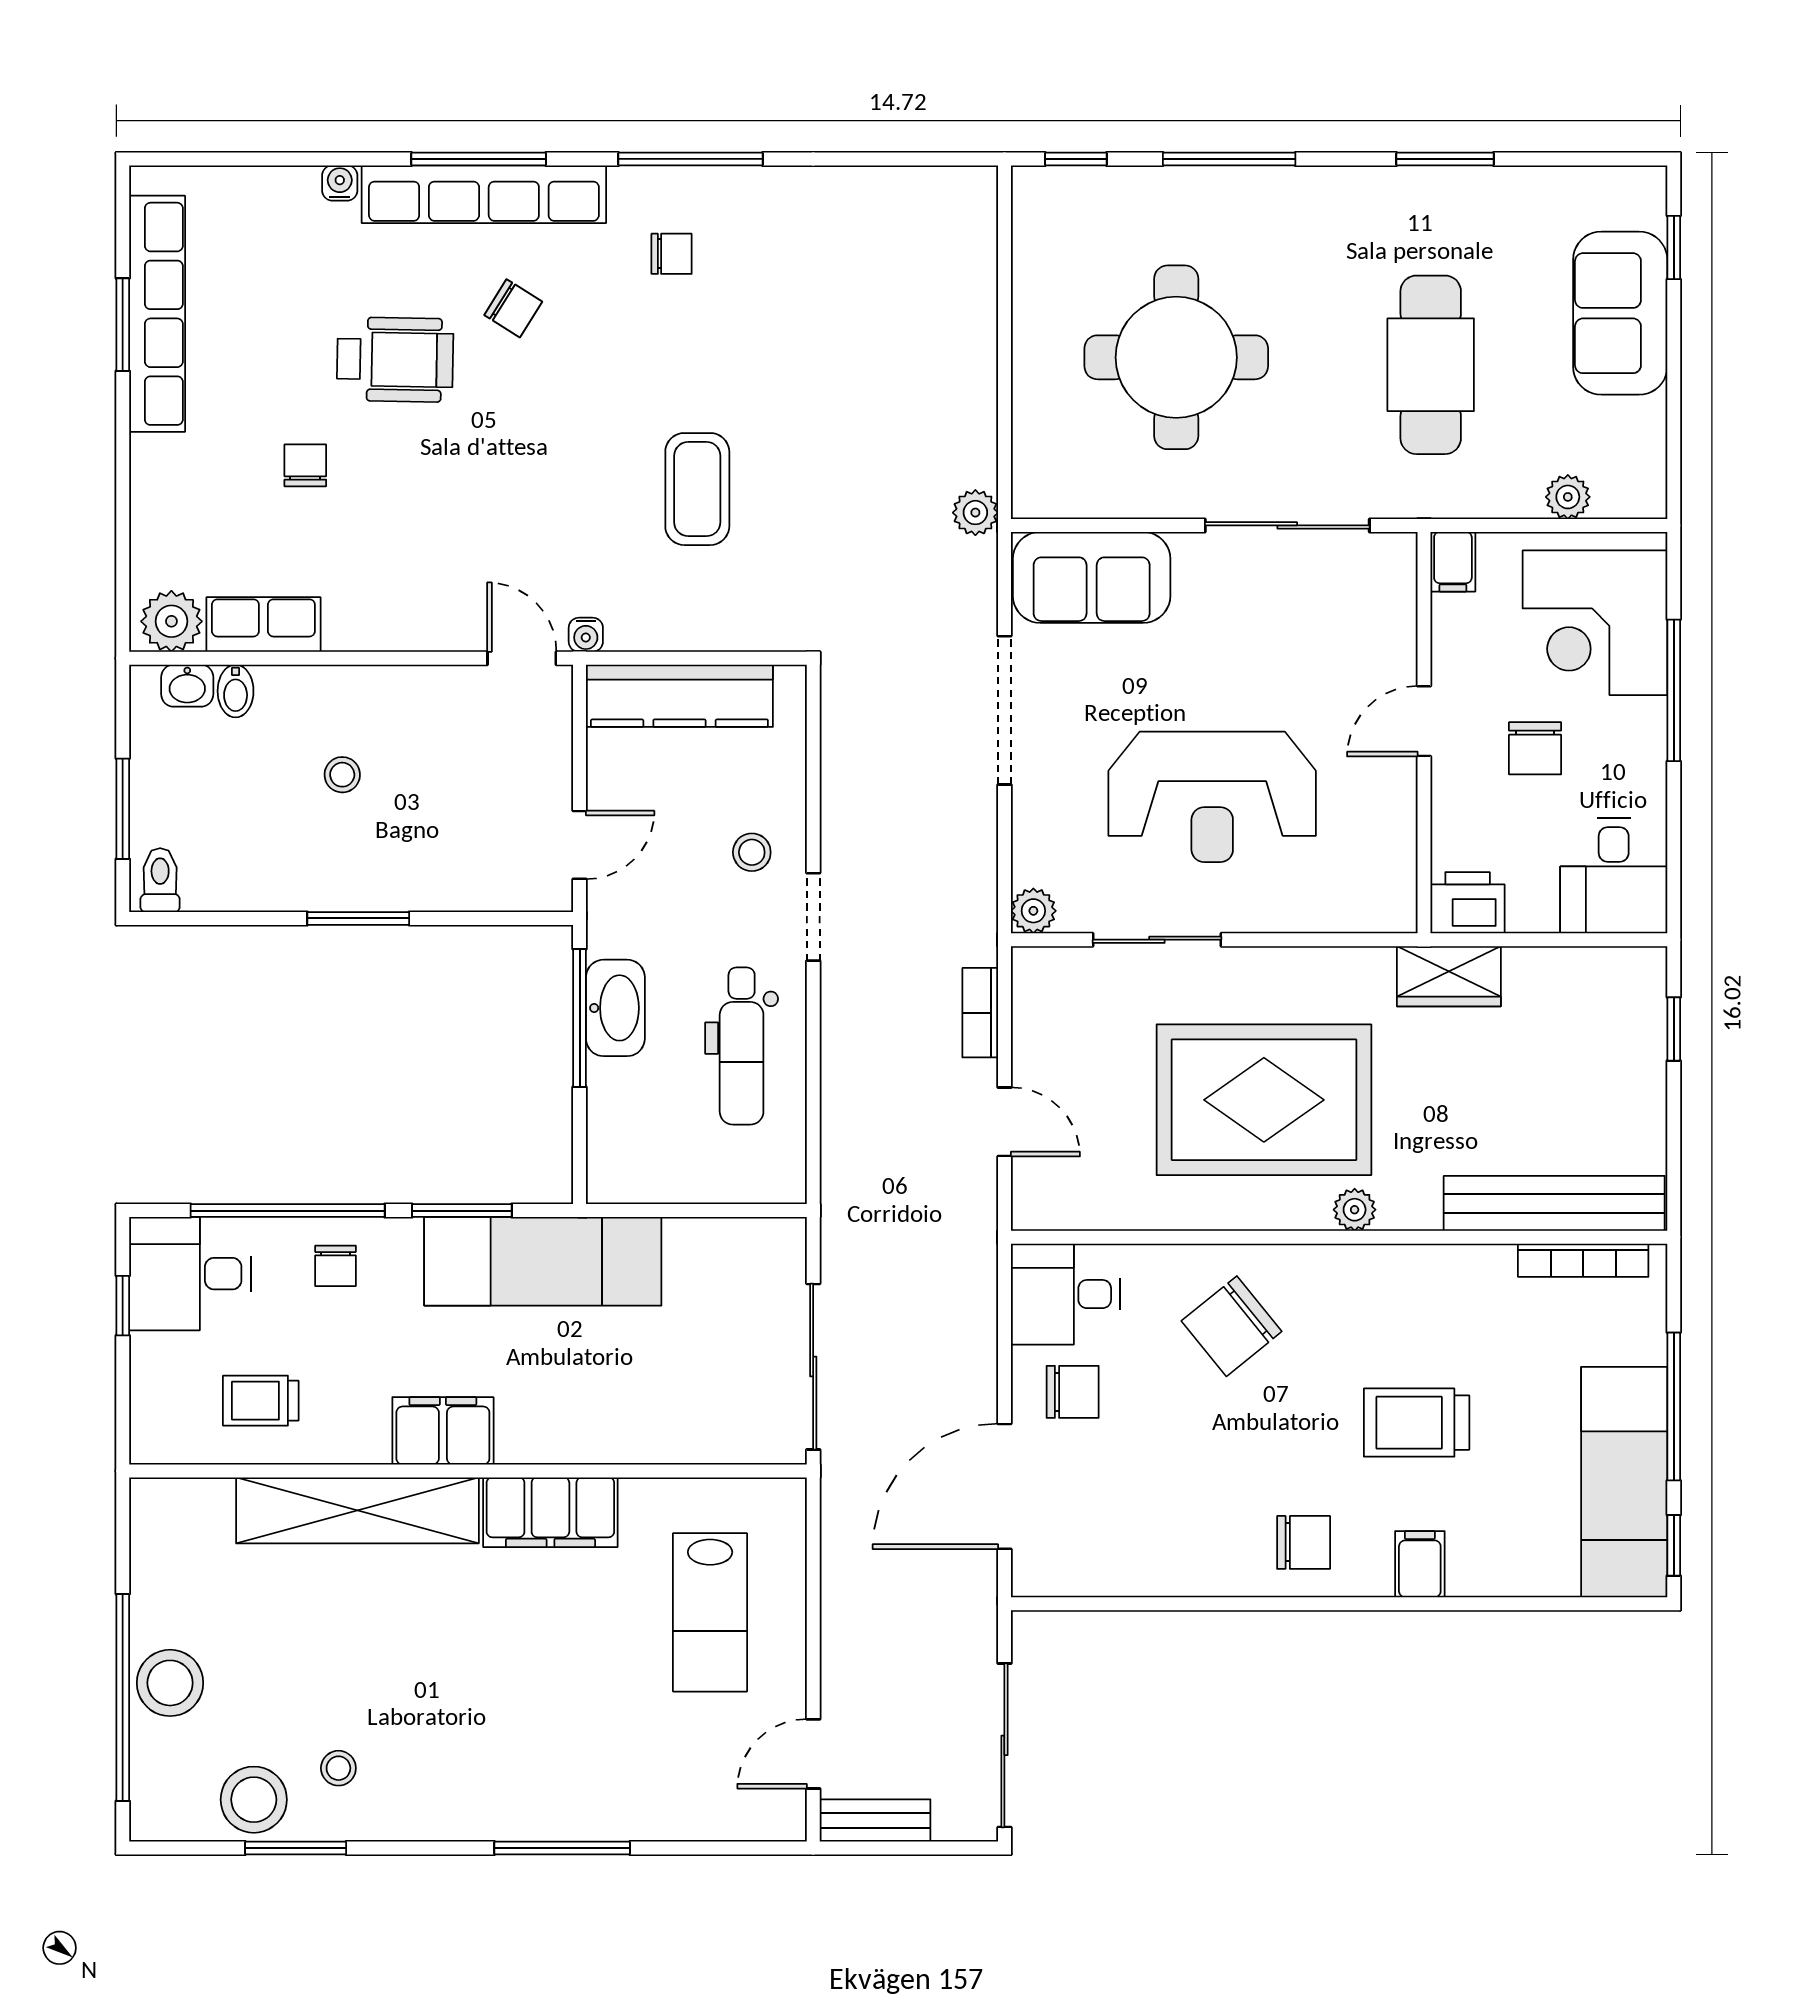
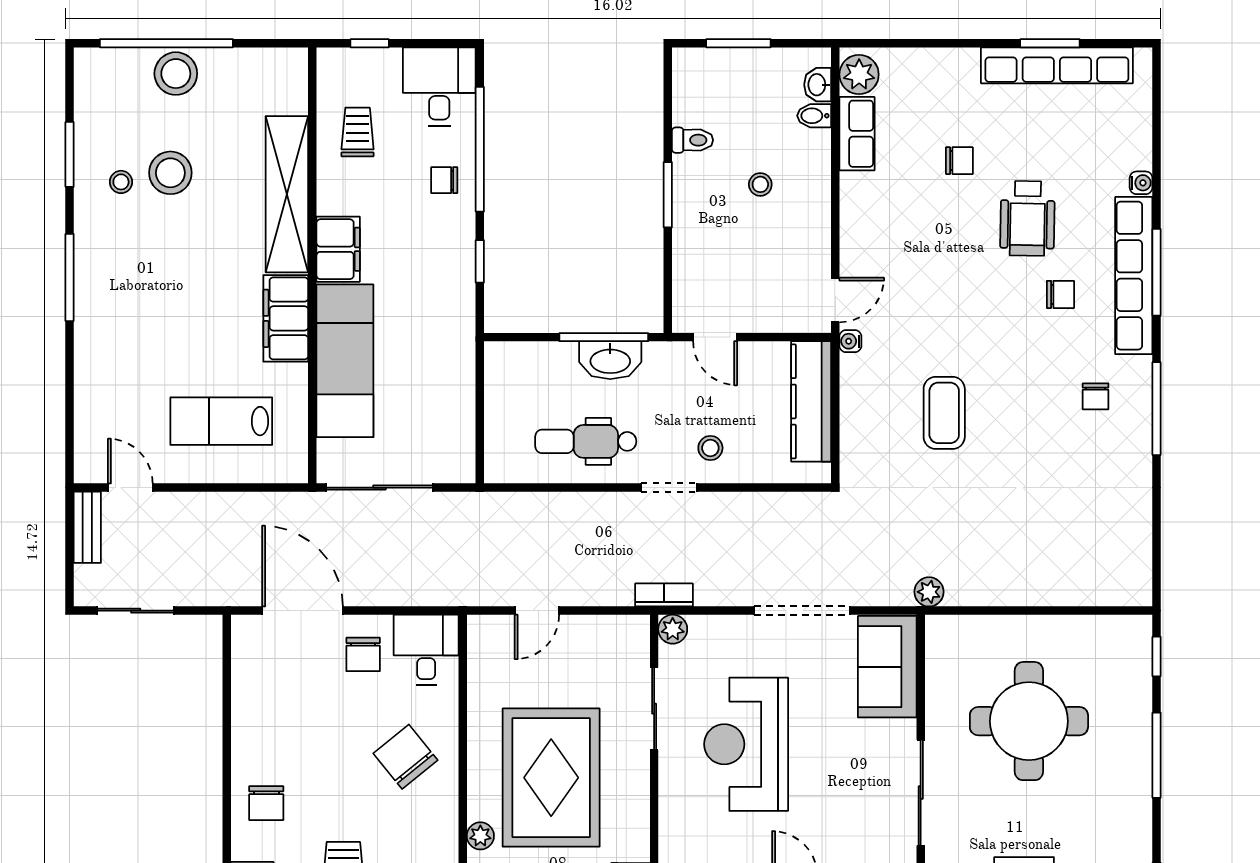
chair: (513, 308) -> (1060, 294), turned -122
coffee table: (697, 489) -> (944, 413), turned 90
toilet: (160, 880) -> (692, 140), moved
bookcase: (980, 1013) -> (664, 595), moved
window: (462, 1211) -> (480, 261), width x0.67
exam couch: (543, 1261) -> (345, 361), moved, turned 180
window: (123, 1306) -> (370, 43), moved
sliding door: (1004, 1745) -> (136, 611), width x0.73
stool: (254, 1800) -> (170, 173), moved
window: (562, 1848) -> (70, 277), moved

